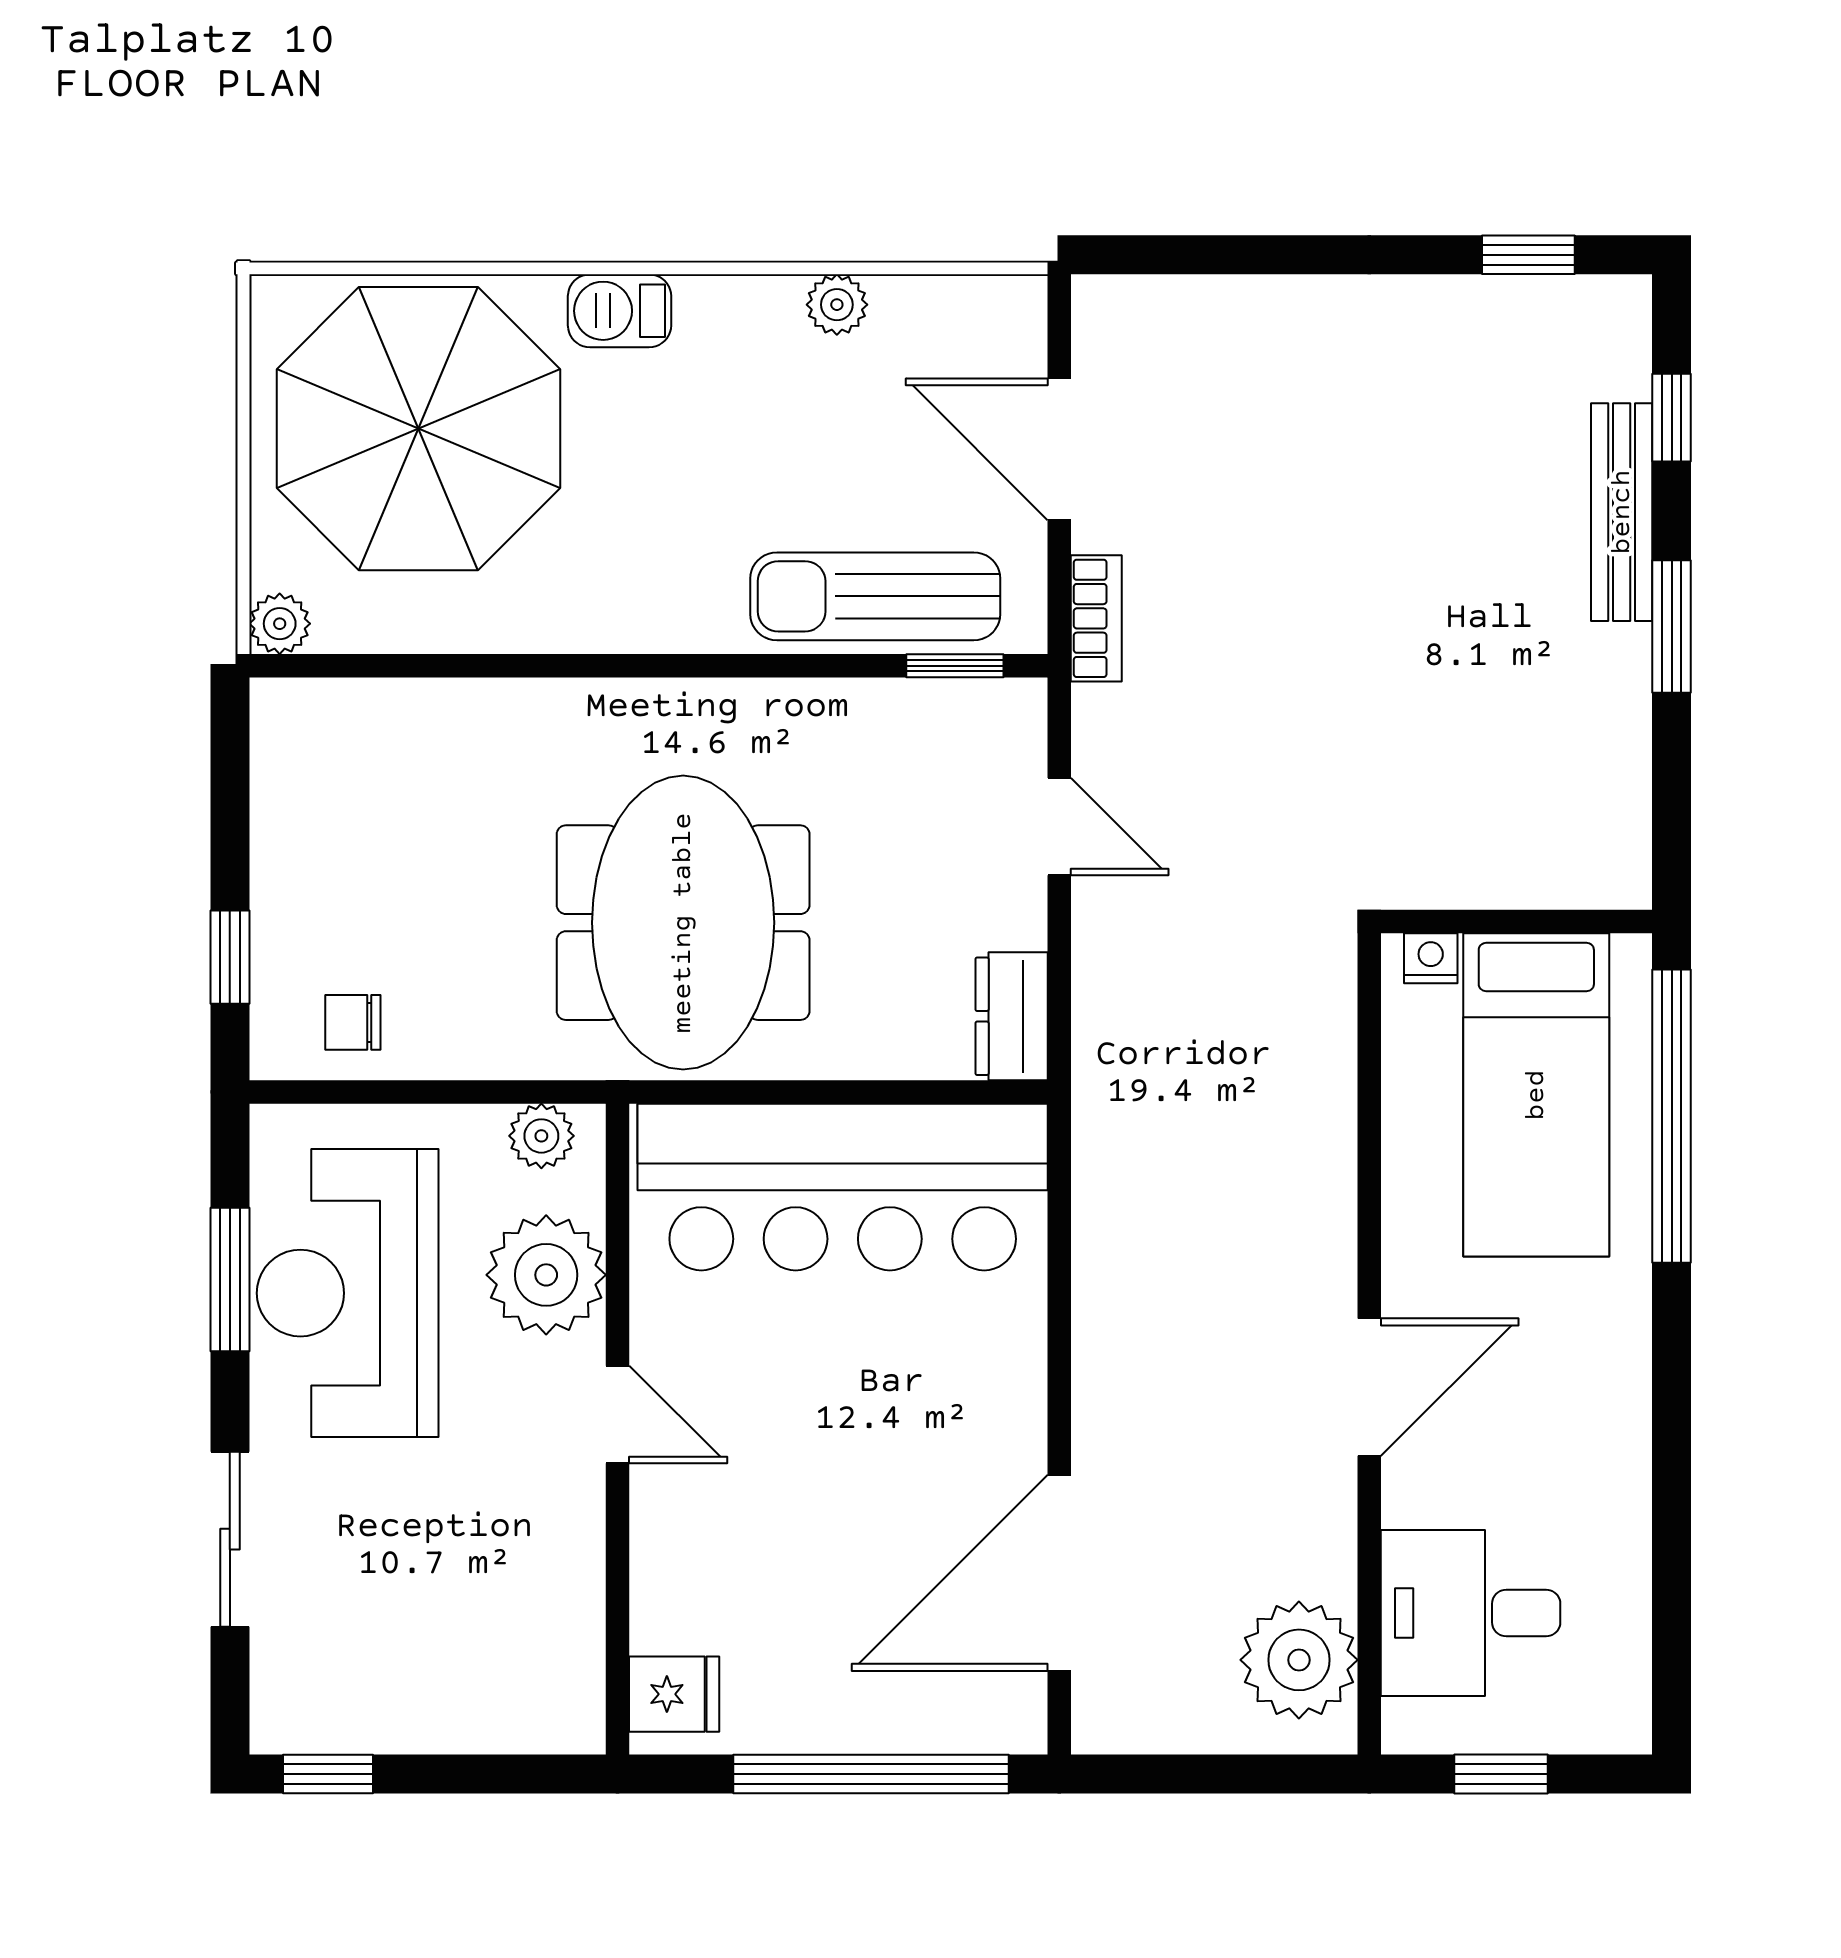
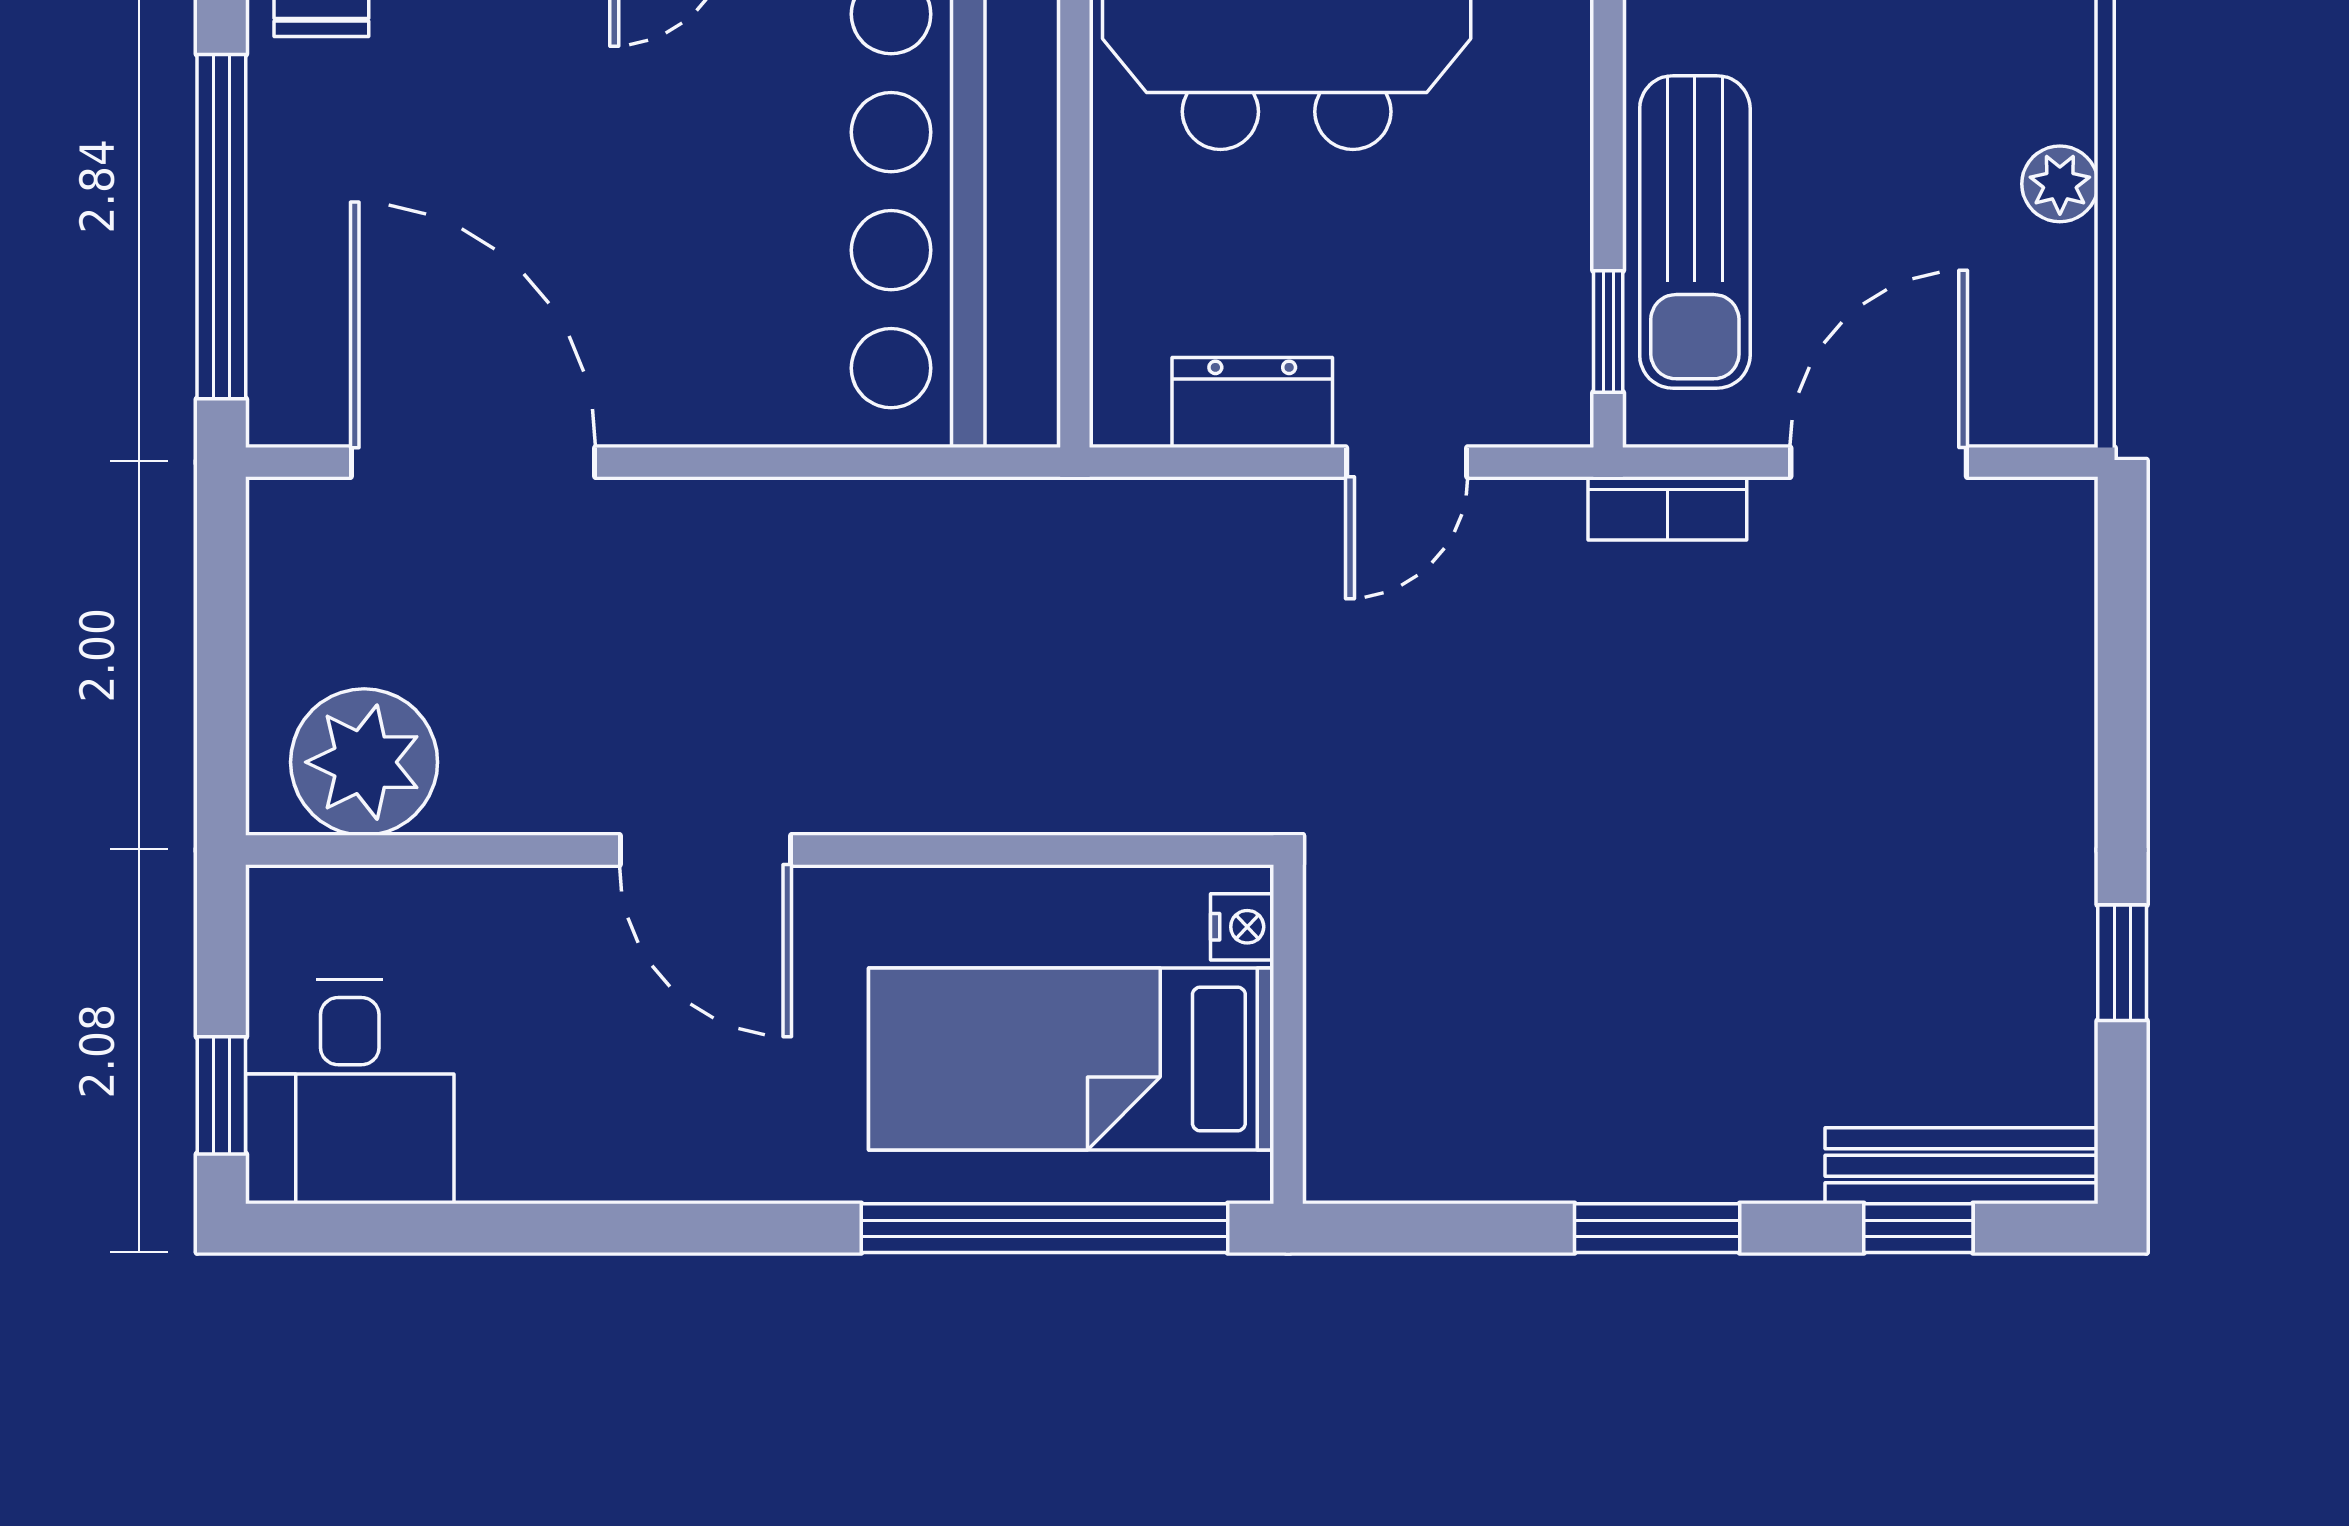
window: (1528, 255) -> (2122, 963), moved
bench: (1622, 512) -> (1961, 1166), moved
sun lounger: (875, 596) -> (1695, 232), turned 180
dresser: (1012, 1016) -> (1252, 402), moved
desk: (1471, 1613) -> (350, 1092), moved, turned 180
window: (1501, 1774) -> (221, 1095), moved

